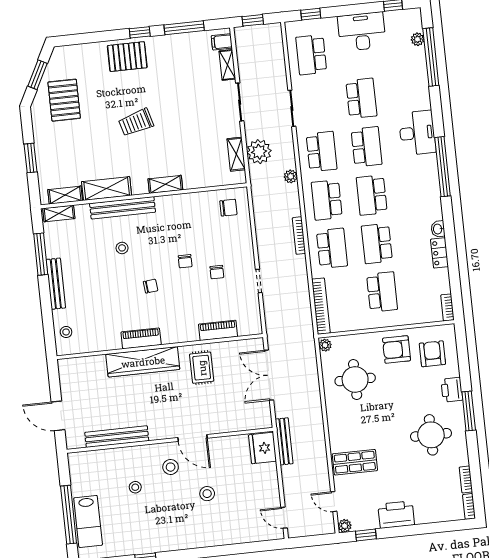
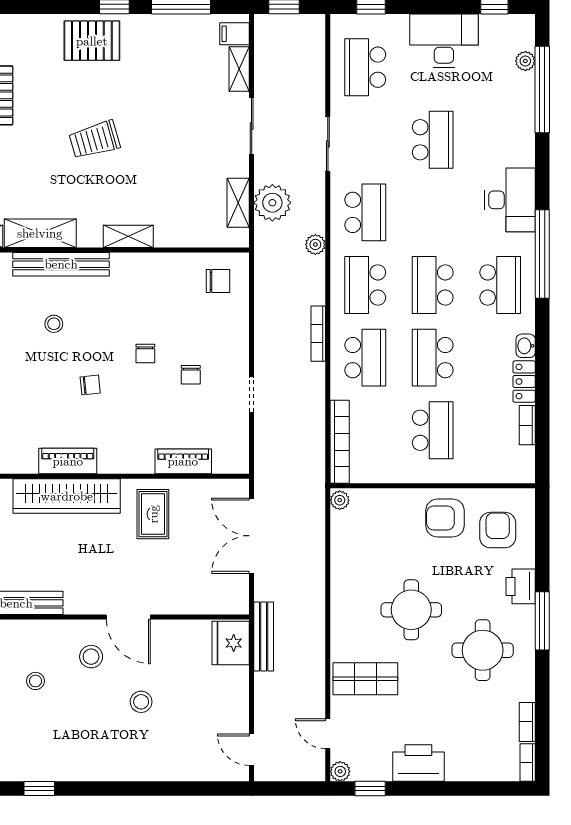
school desk: (367, 147) -> (500, 285), moved
bookcase: (447, 307) -> (527, 425), moved
round table: (355, 380) -> (411, 610), moved

